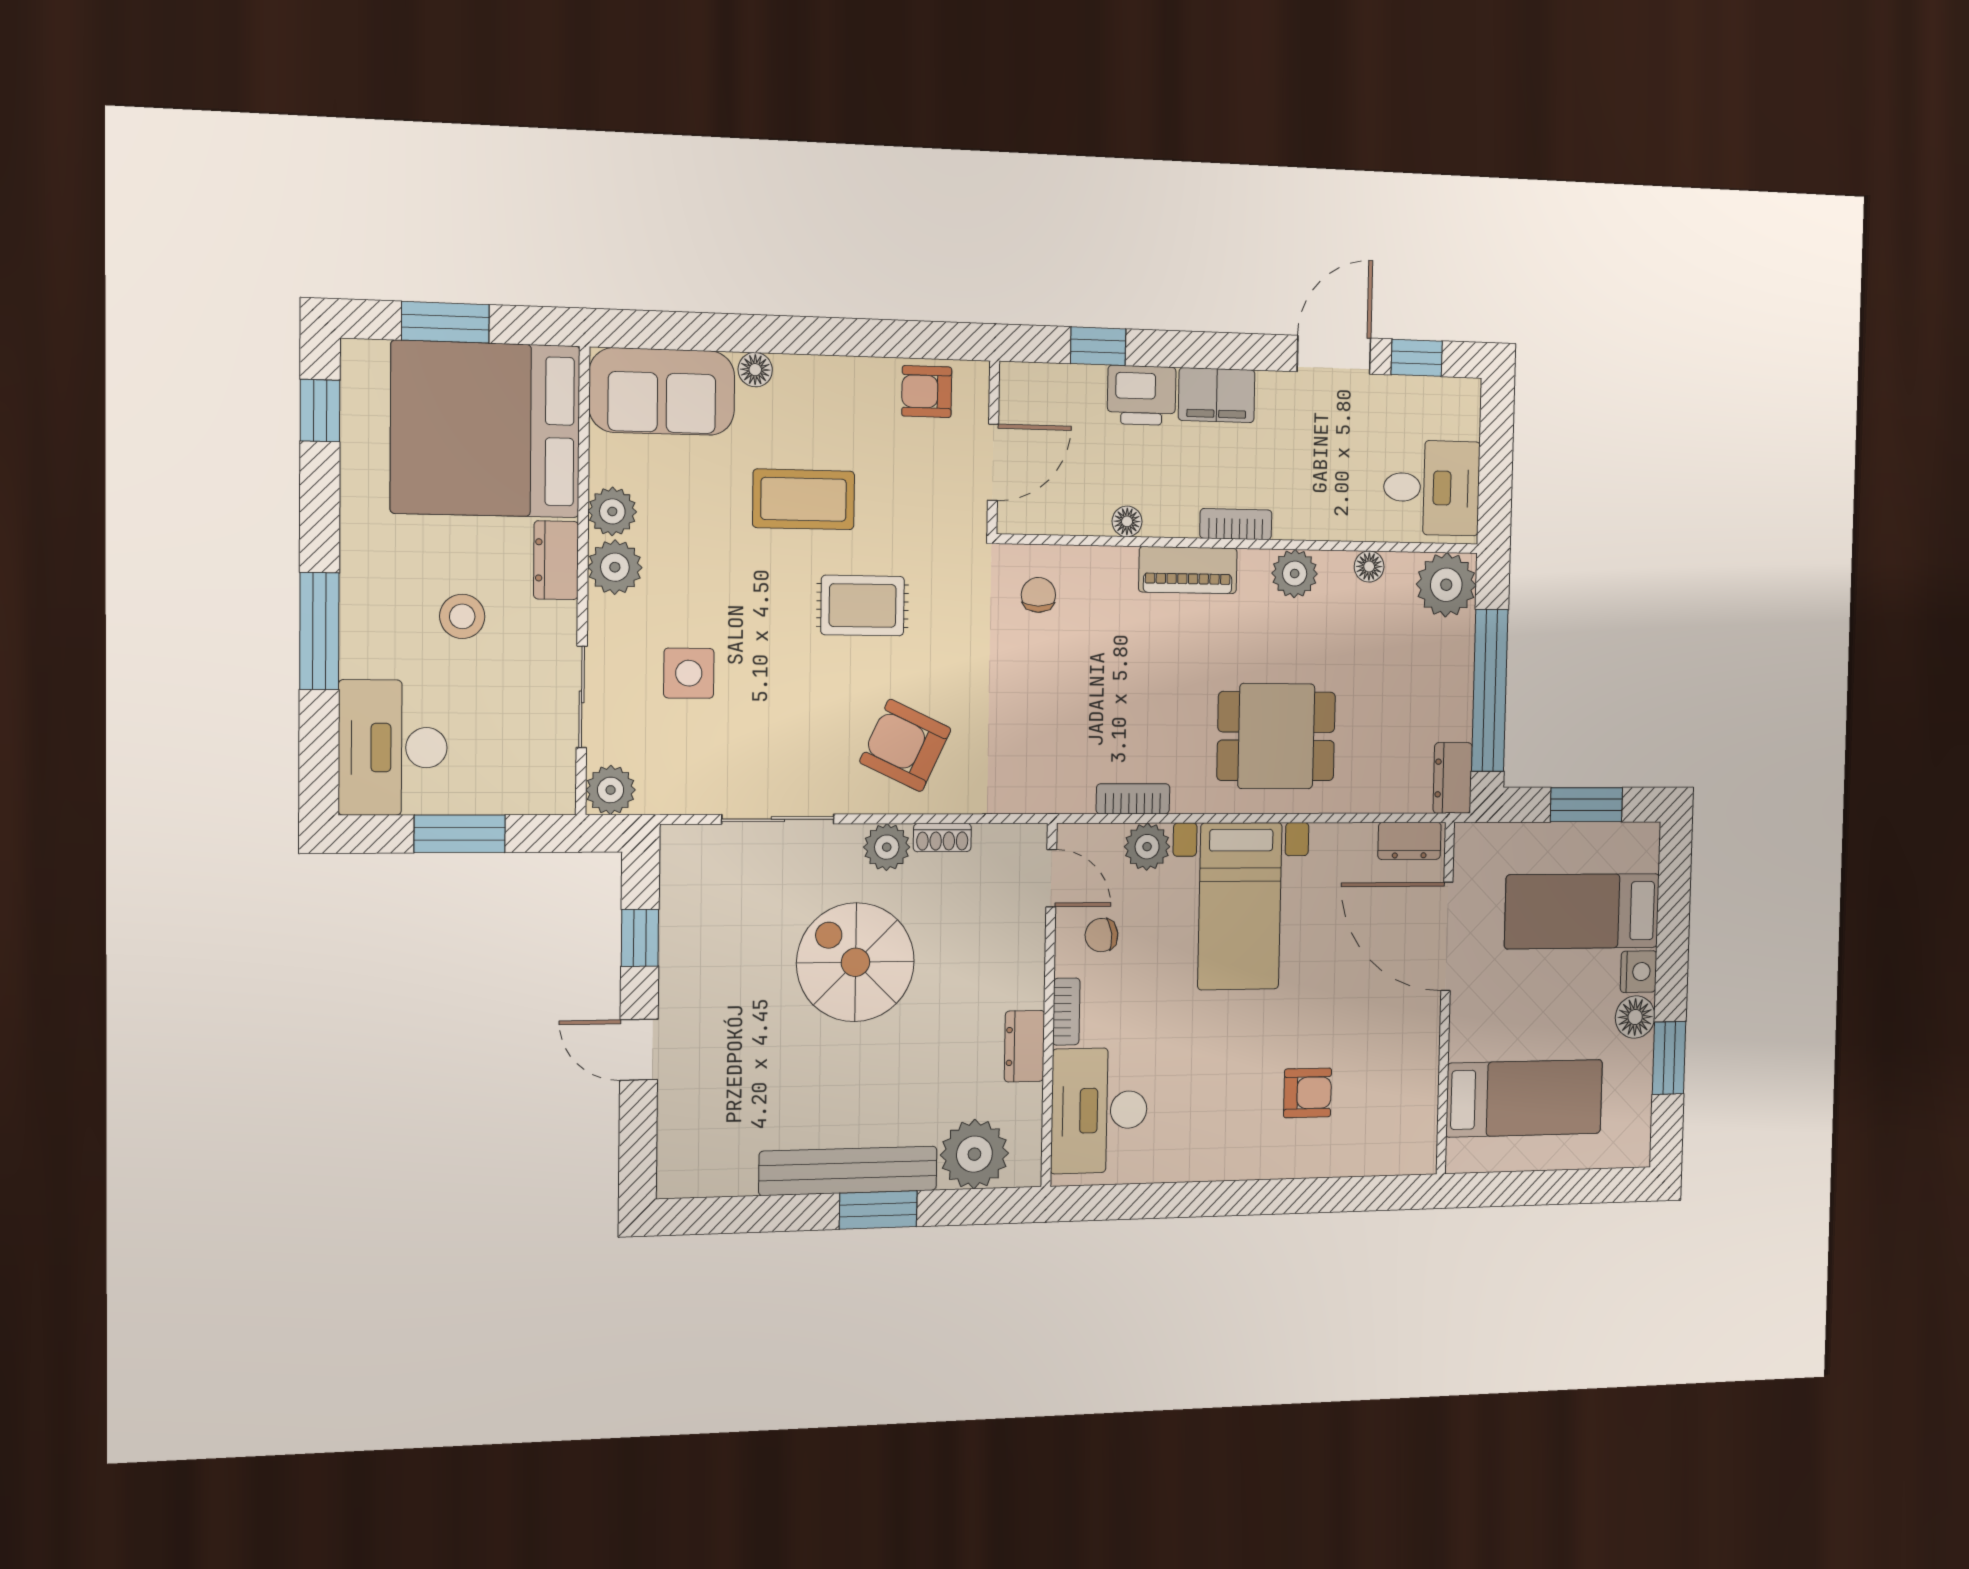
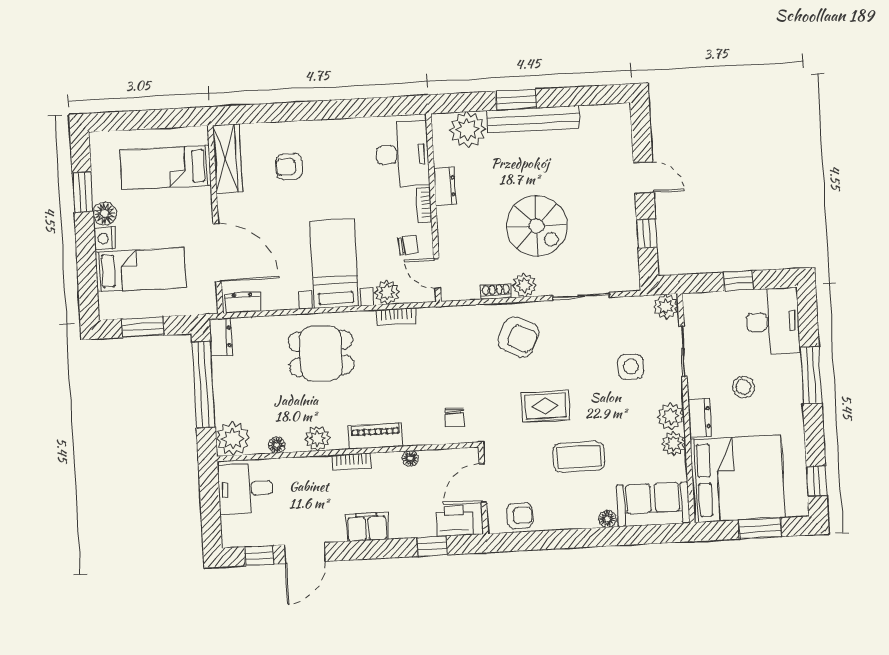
printer: (1142, 395) -> (454, 521), moved
window: (460, 834) -> (738, 281), width x0.67
wardrobe: (1415, 1112) -> (228, 158), added

